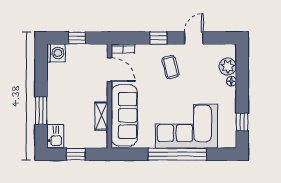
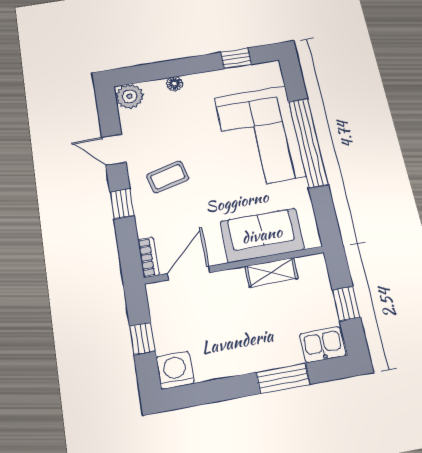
plant: (228, 67) -> (129, 96), moved
sofa: (124, 115) -> (262, 235), width x0.73

